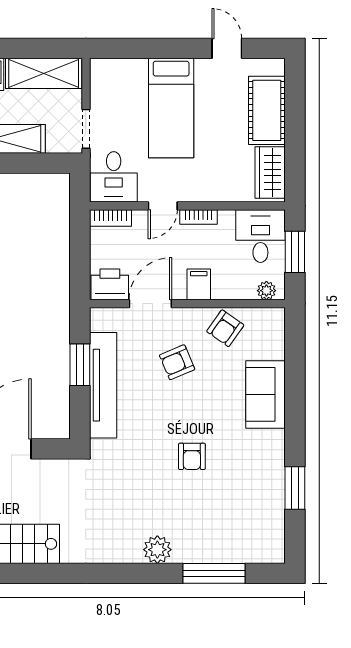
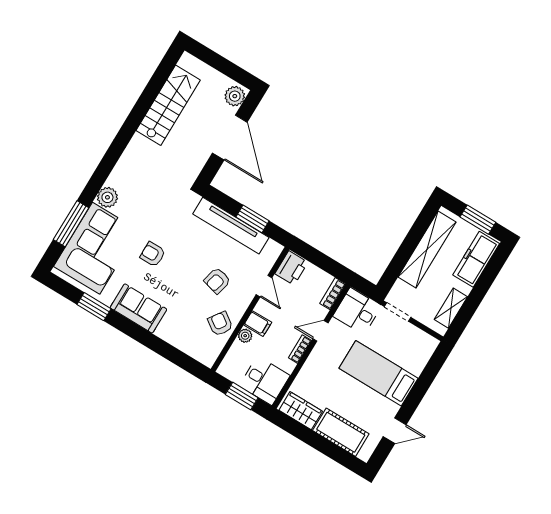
shelving: (44, 73) -> (451, 308), width x0.67, depth x0.75
door: (163, 206) -> (320, 331), hinge flipped
plant: (266, 291) -> (245, 336), moved
door: (150, 304) -> (264, 286), width x0.73
armchair: (177, 362) -> (217, 281), turned -143
sofa: (265, 394) -> (138, 308), moved
corner sofa: (225, 527) -> (96, 248), added

